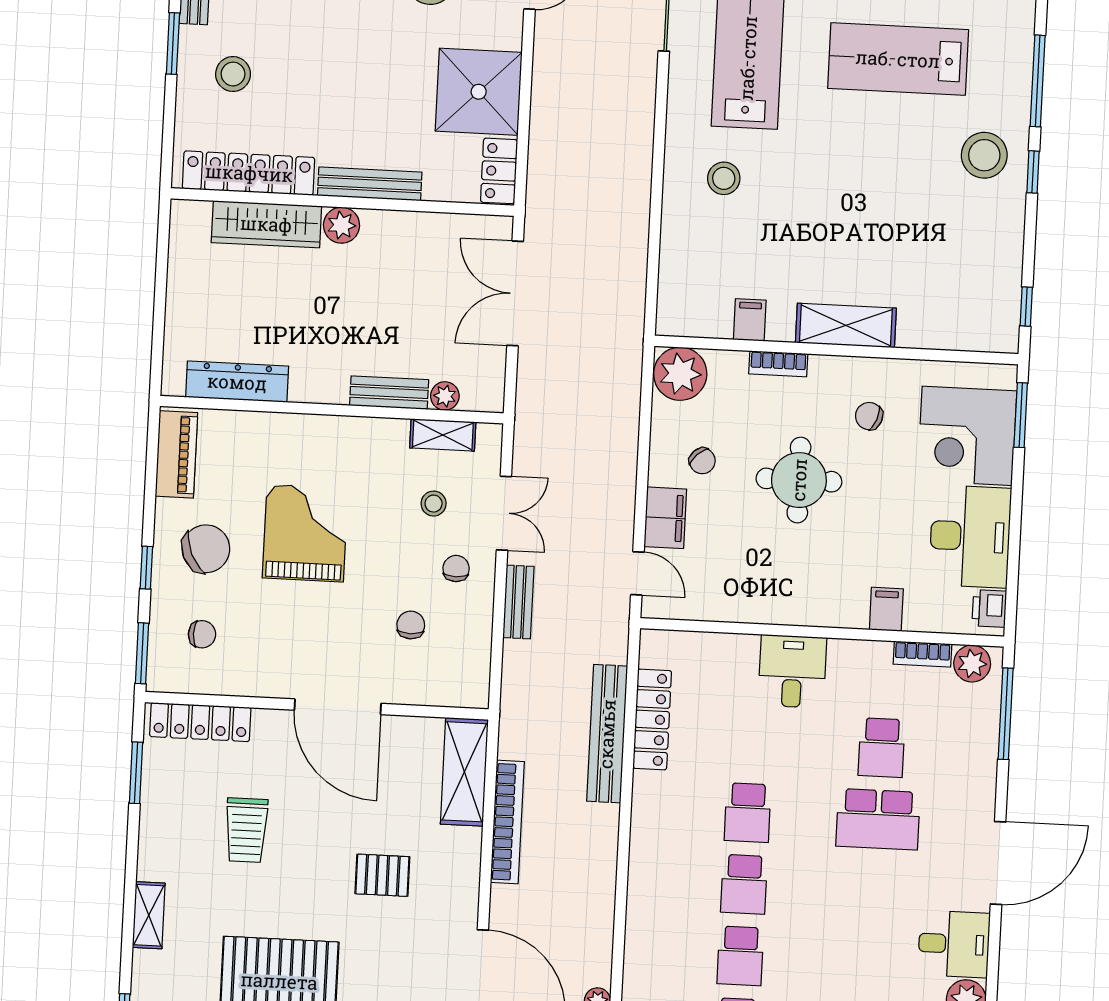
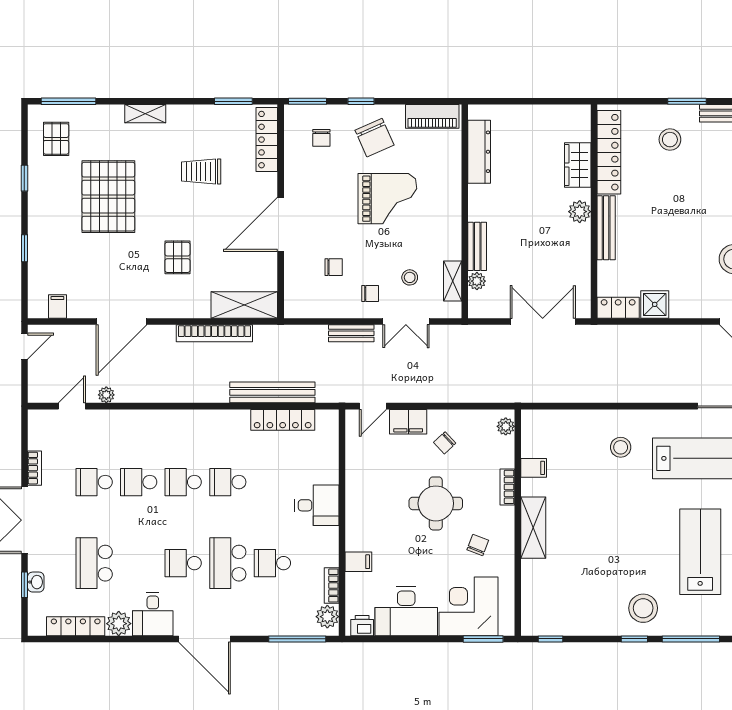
shower: (479, 92) -> (655, 304), width x0.54, depth x0.54
wardrobe: (266, 224) -> (578, 165), width x0.67
plant: (680, 374) -> (506, 426), width x0.53, depth x0.53
school desk: (874, 891) -> (183, 563), added

